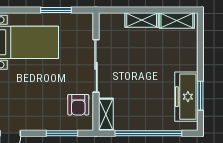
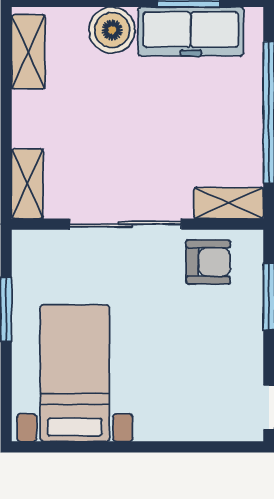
shelving: (142, 20) -> (27, 184), moved
boiler: (187, 60) -> (112, 30), added

